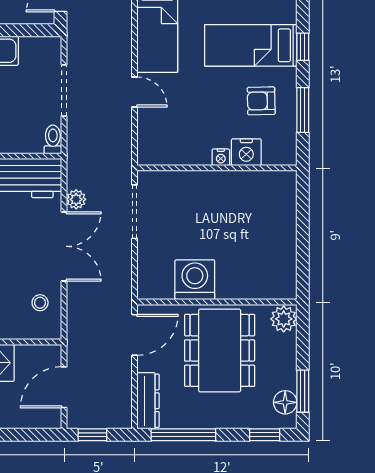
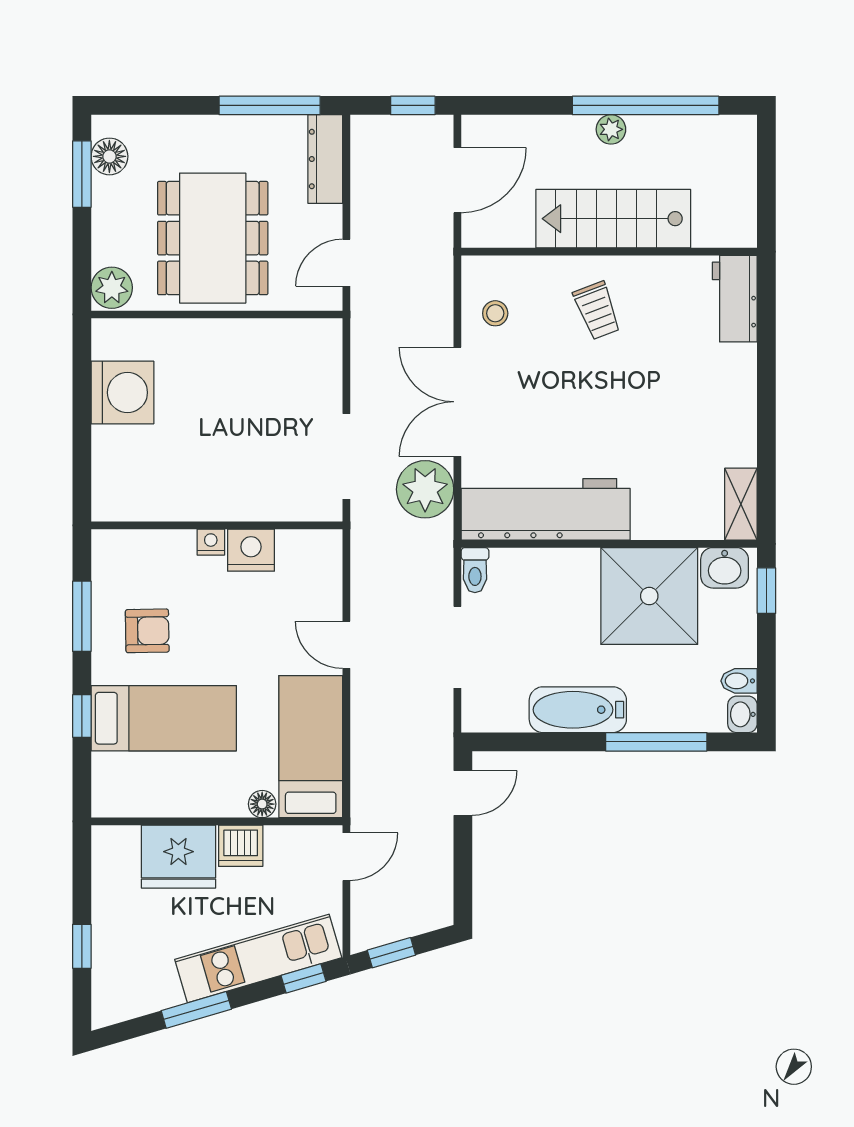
nightstand: (246, 152) -> (251, 550), moved
plant: (76, 199) -> (425, 489), width x1.87, depth x1.87
washing machine: (195, 280) -> (122, 393), moved, turned -90
door: (135, 335) -> (346, 263), width x0.73
window: (265, 435) -> (142, 105), removed

